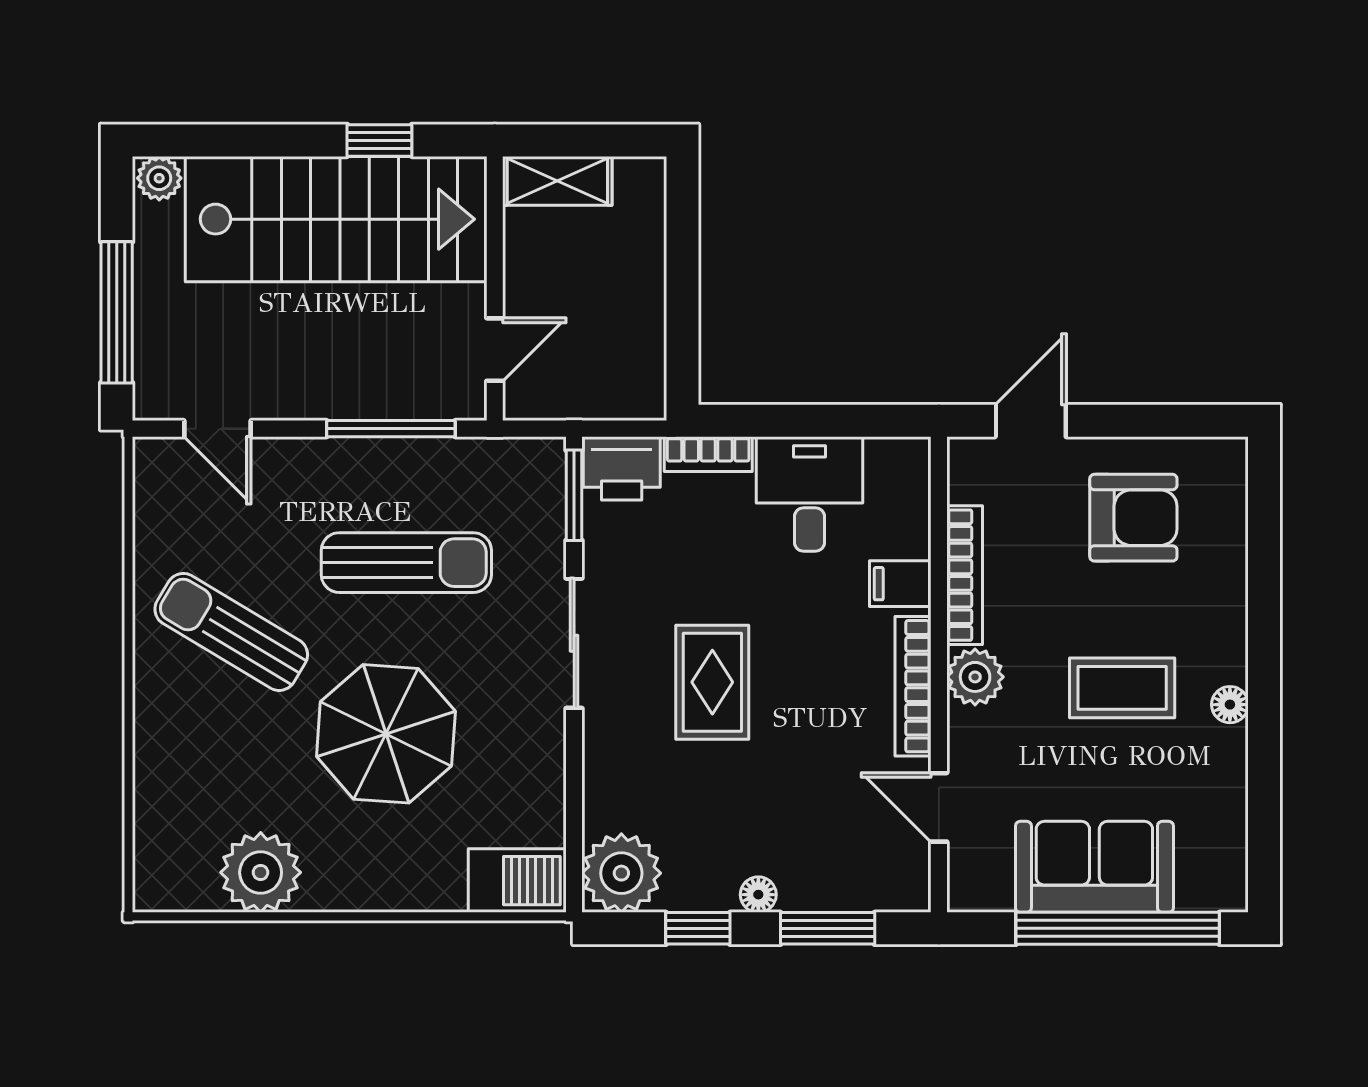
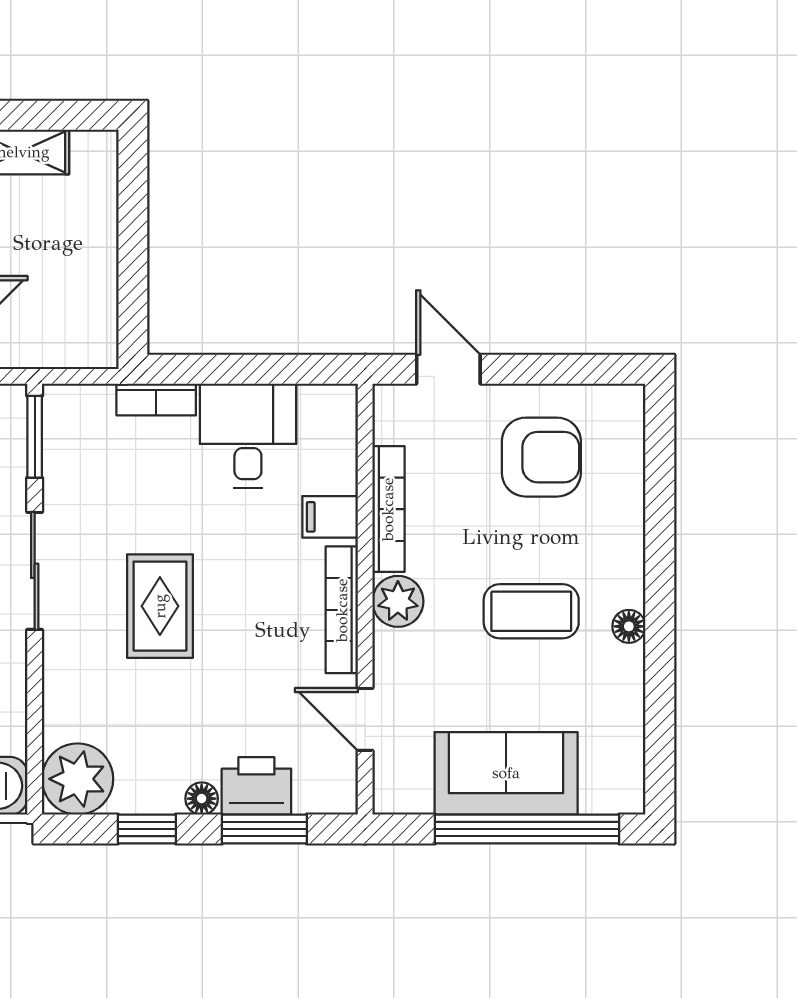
door: (1031, 421) -> (448, 369), hinge flipped
printer: (622, 468) -> (256, 786), moved, turned 180

